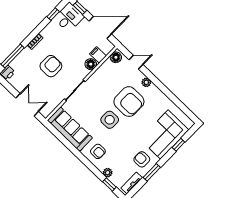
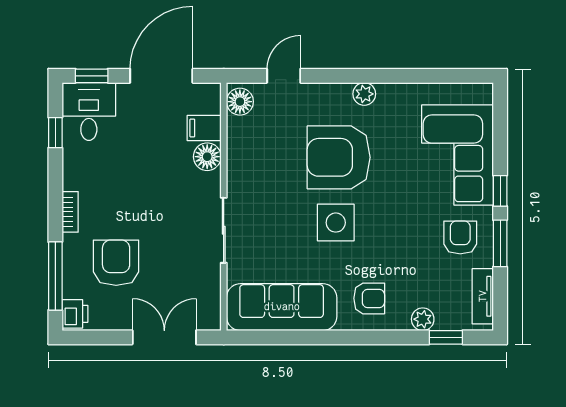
armchair: (51, 66) -> (116, 263), moved
plant: (146, 82) -> (364, 94), moved
armchair: (129, 102) -> (339, 157), turned 180
window: (178, 145) -> (500, 191), moved
armchair: (142, 159) -> (460, 237), turned 90

